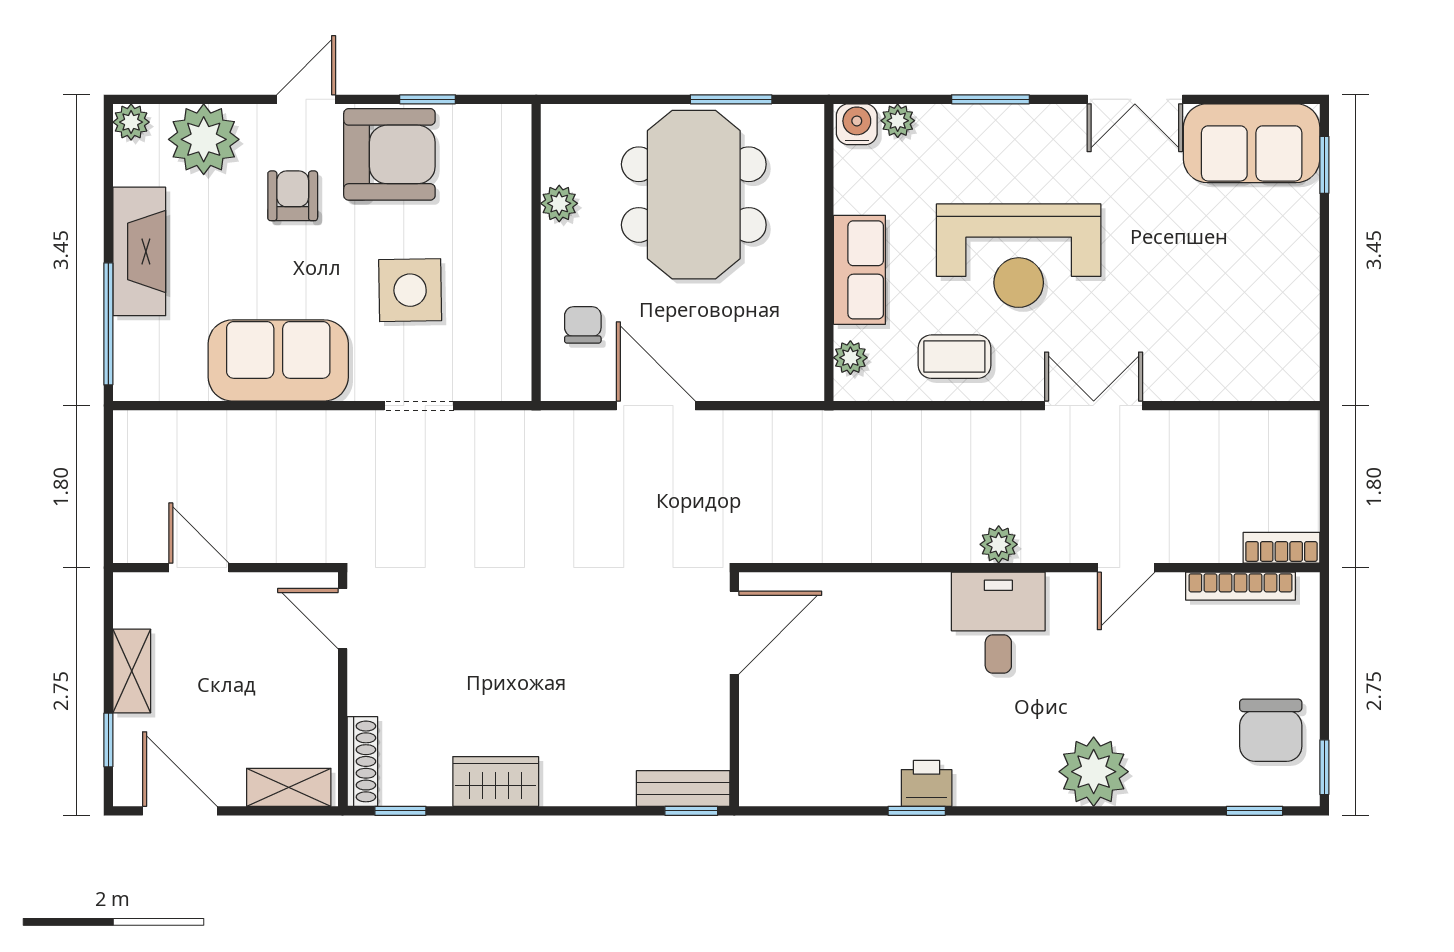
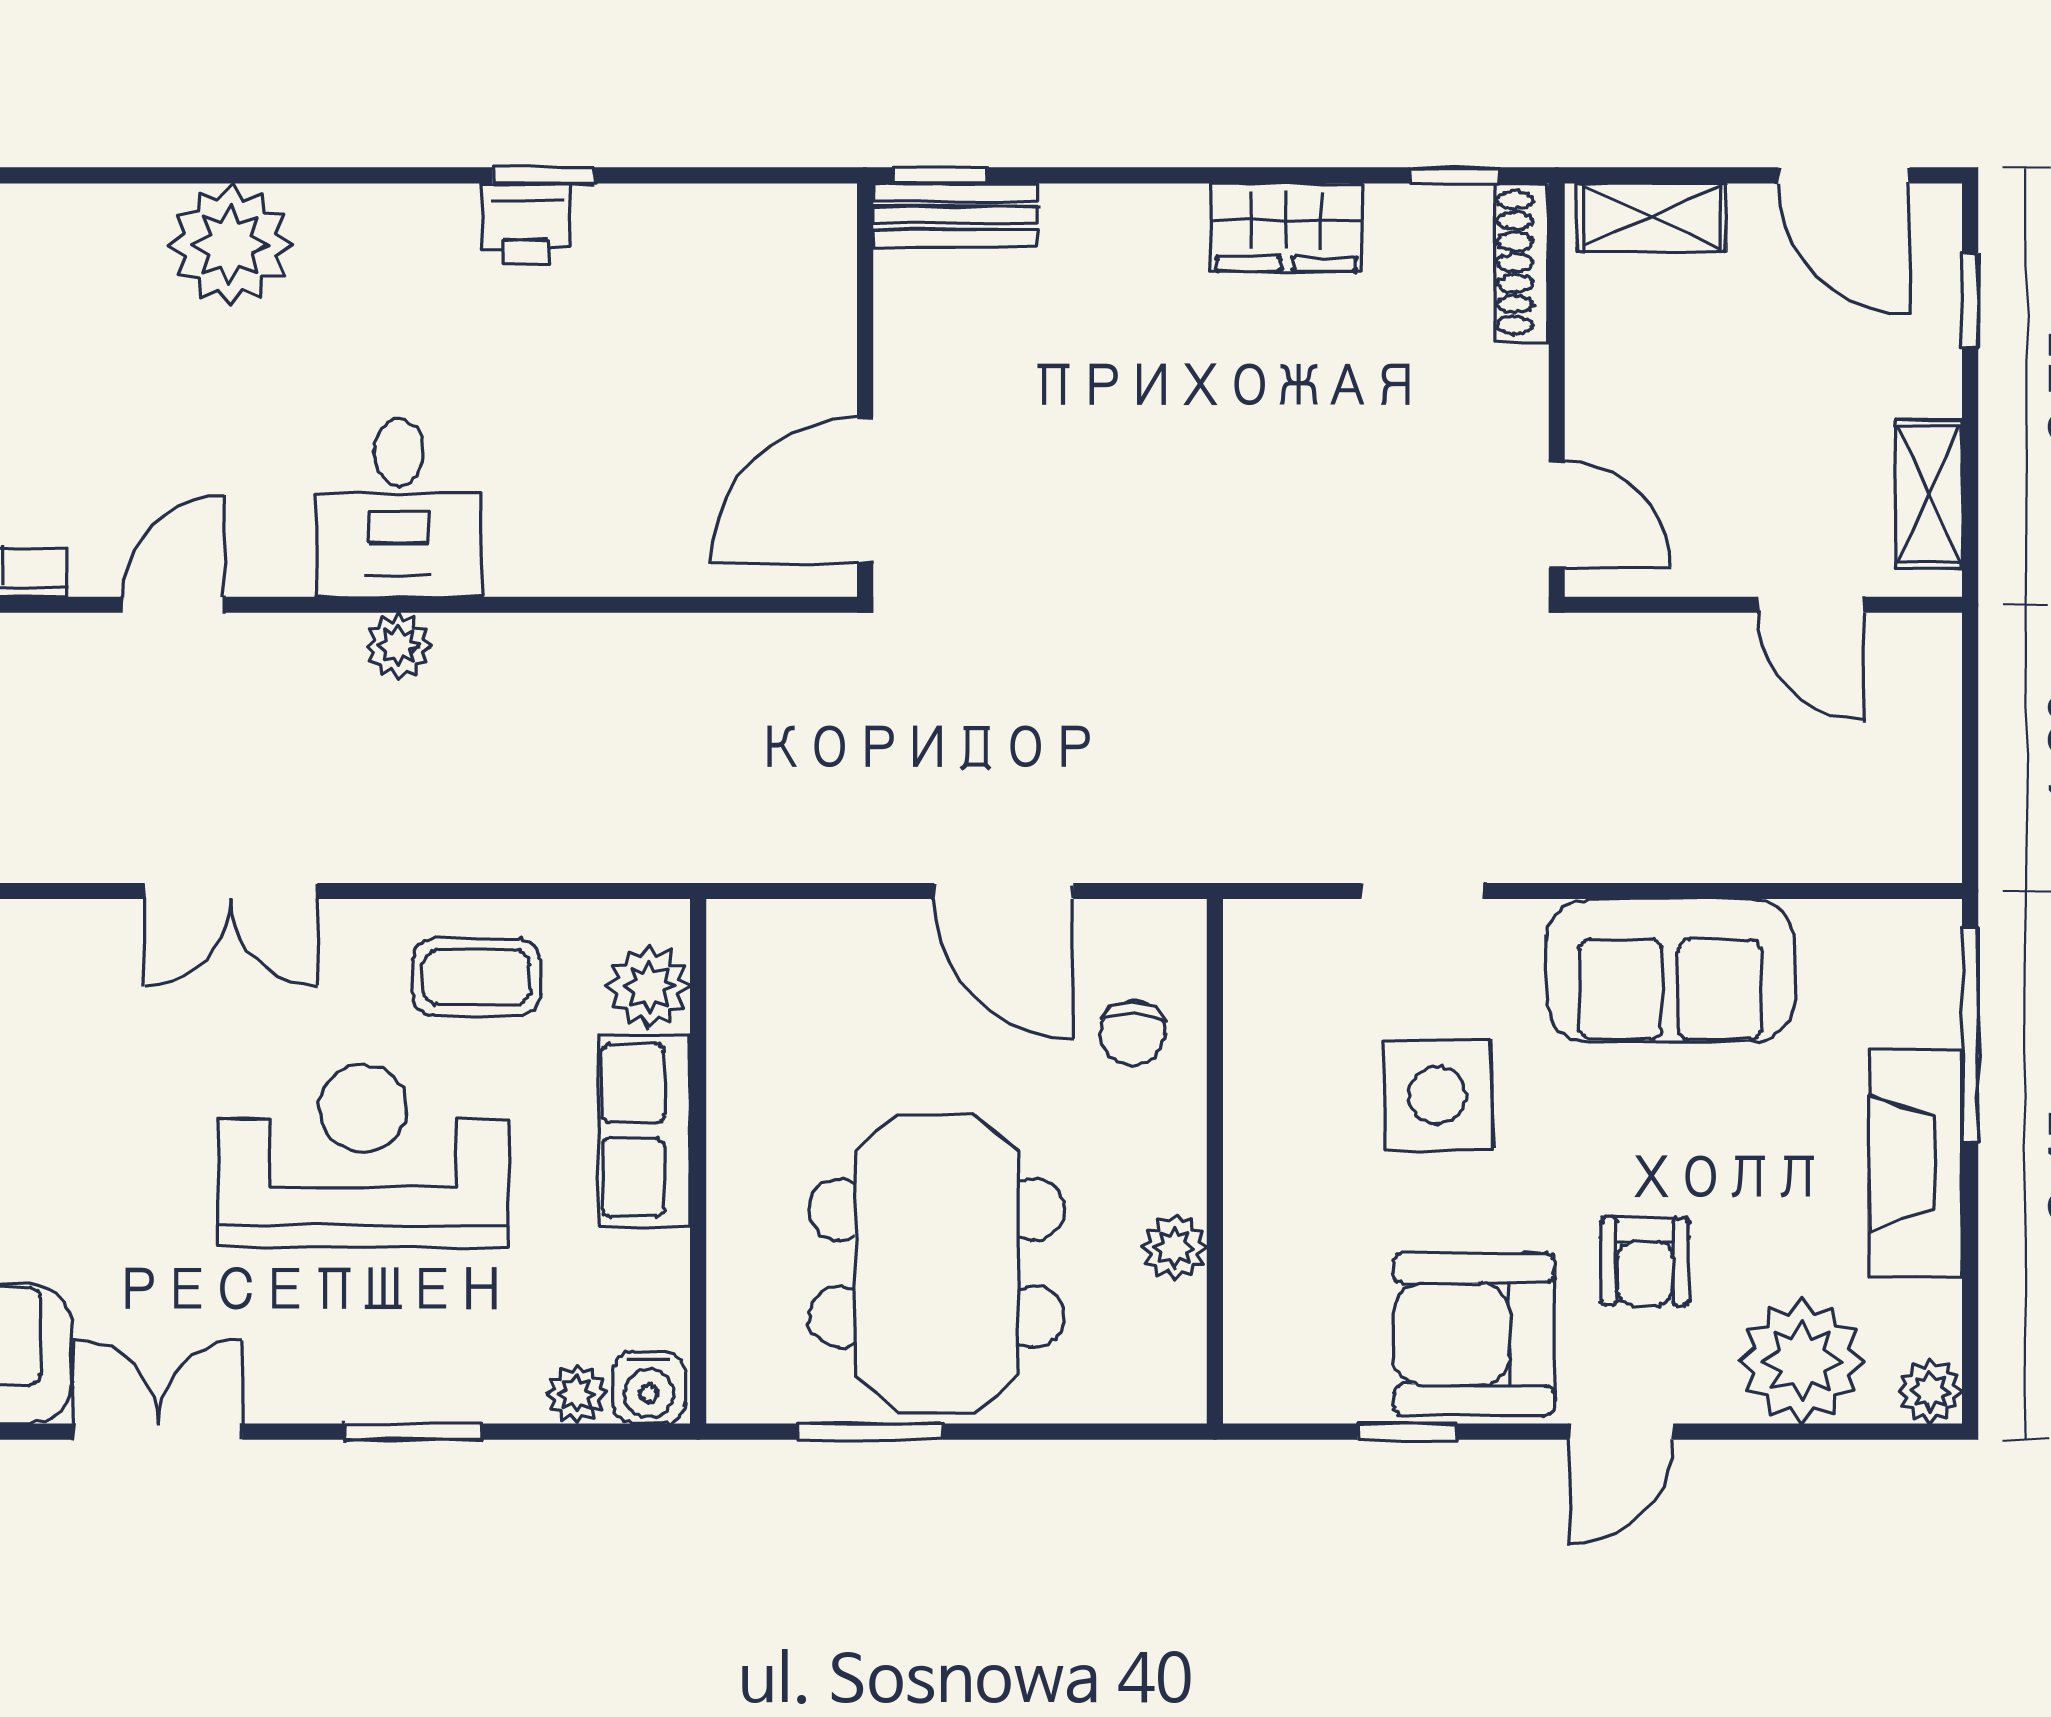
plant: (850, 358) -> (649, 987), width x1.38, depth x1.38
shelving: (132, 671) -> (1929, 494), moved

